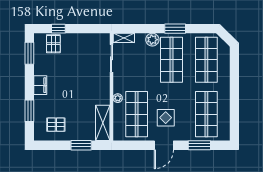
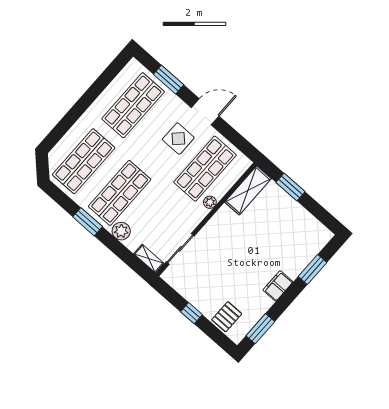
window: (58, 29) -> (191, 313), moved
pallet: (56, 125) -> (298, 231), removed

